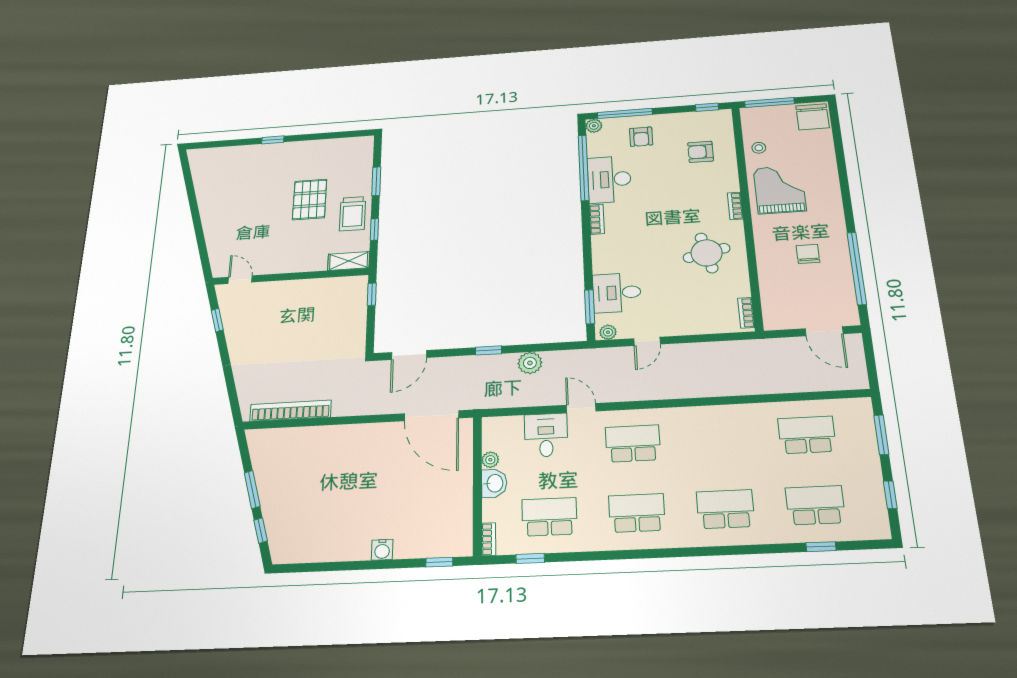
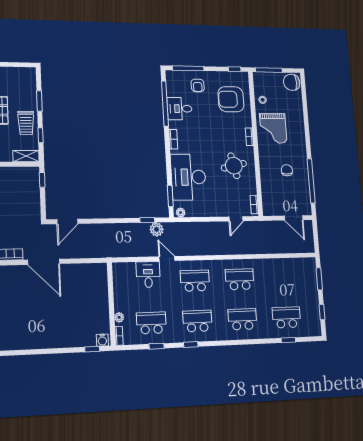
chair: (812, 117) -> (292, 82), turned 89
plant: (594, 126) -> (170, 75), removed
armchair: (701, 152) -> (231, 99), width x1.88, depth x1.88
desk: (609, 179) -> (180, 109), width x0.73
grand piano: (780, 190) -> (273, 128), turned 180
desk: (617, 293) -> (188, 177), width x1.87, depth x1.30
door: (647, 341) -> (236, 219), moved
window: (488, 350) -> (147, 220), moved
plant: (530, 363) -> (157, 229), moved
door: (431, 416) -> (44, 262), moved
school desk: (807, 435) -> (240, 279), moved
plant: (490, 460) -> (119, 317), moved
washbasin: (494, 483) -> (121, 303), removed
water cooler: (382, 550) -> (102, 340), moved
window: (624, 555) -> (191, 345), added
window: (530, 558) -> (157, 346), moved

